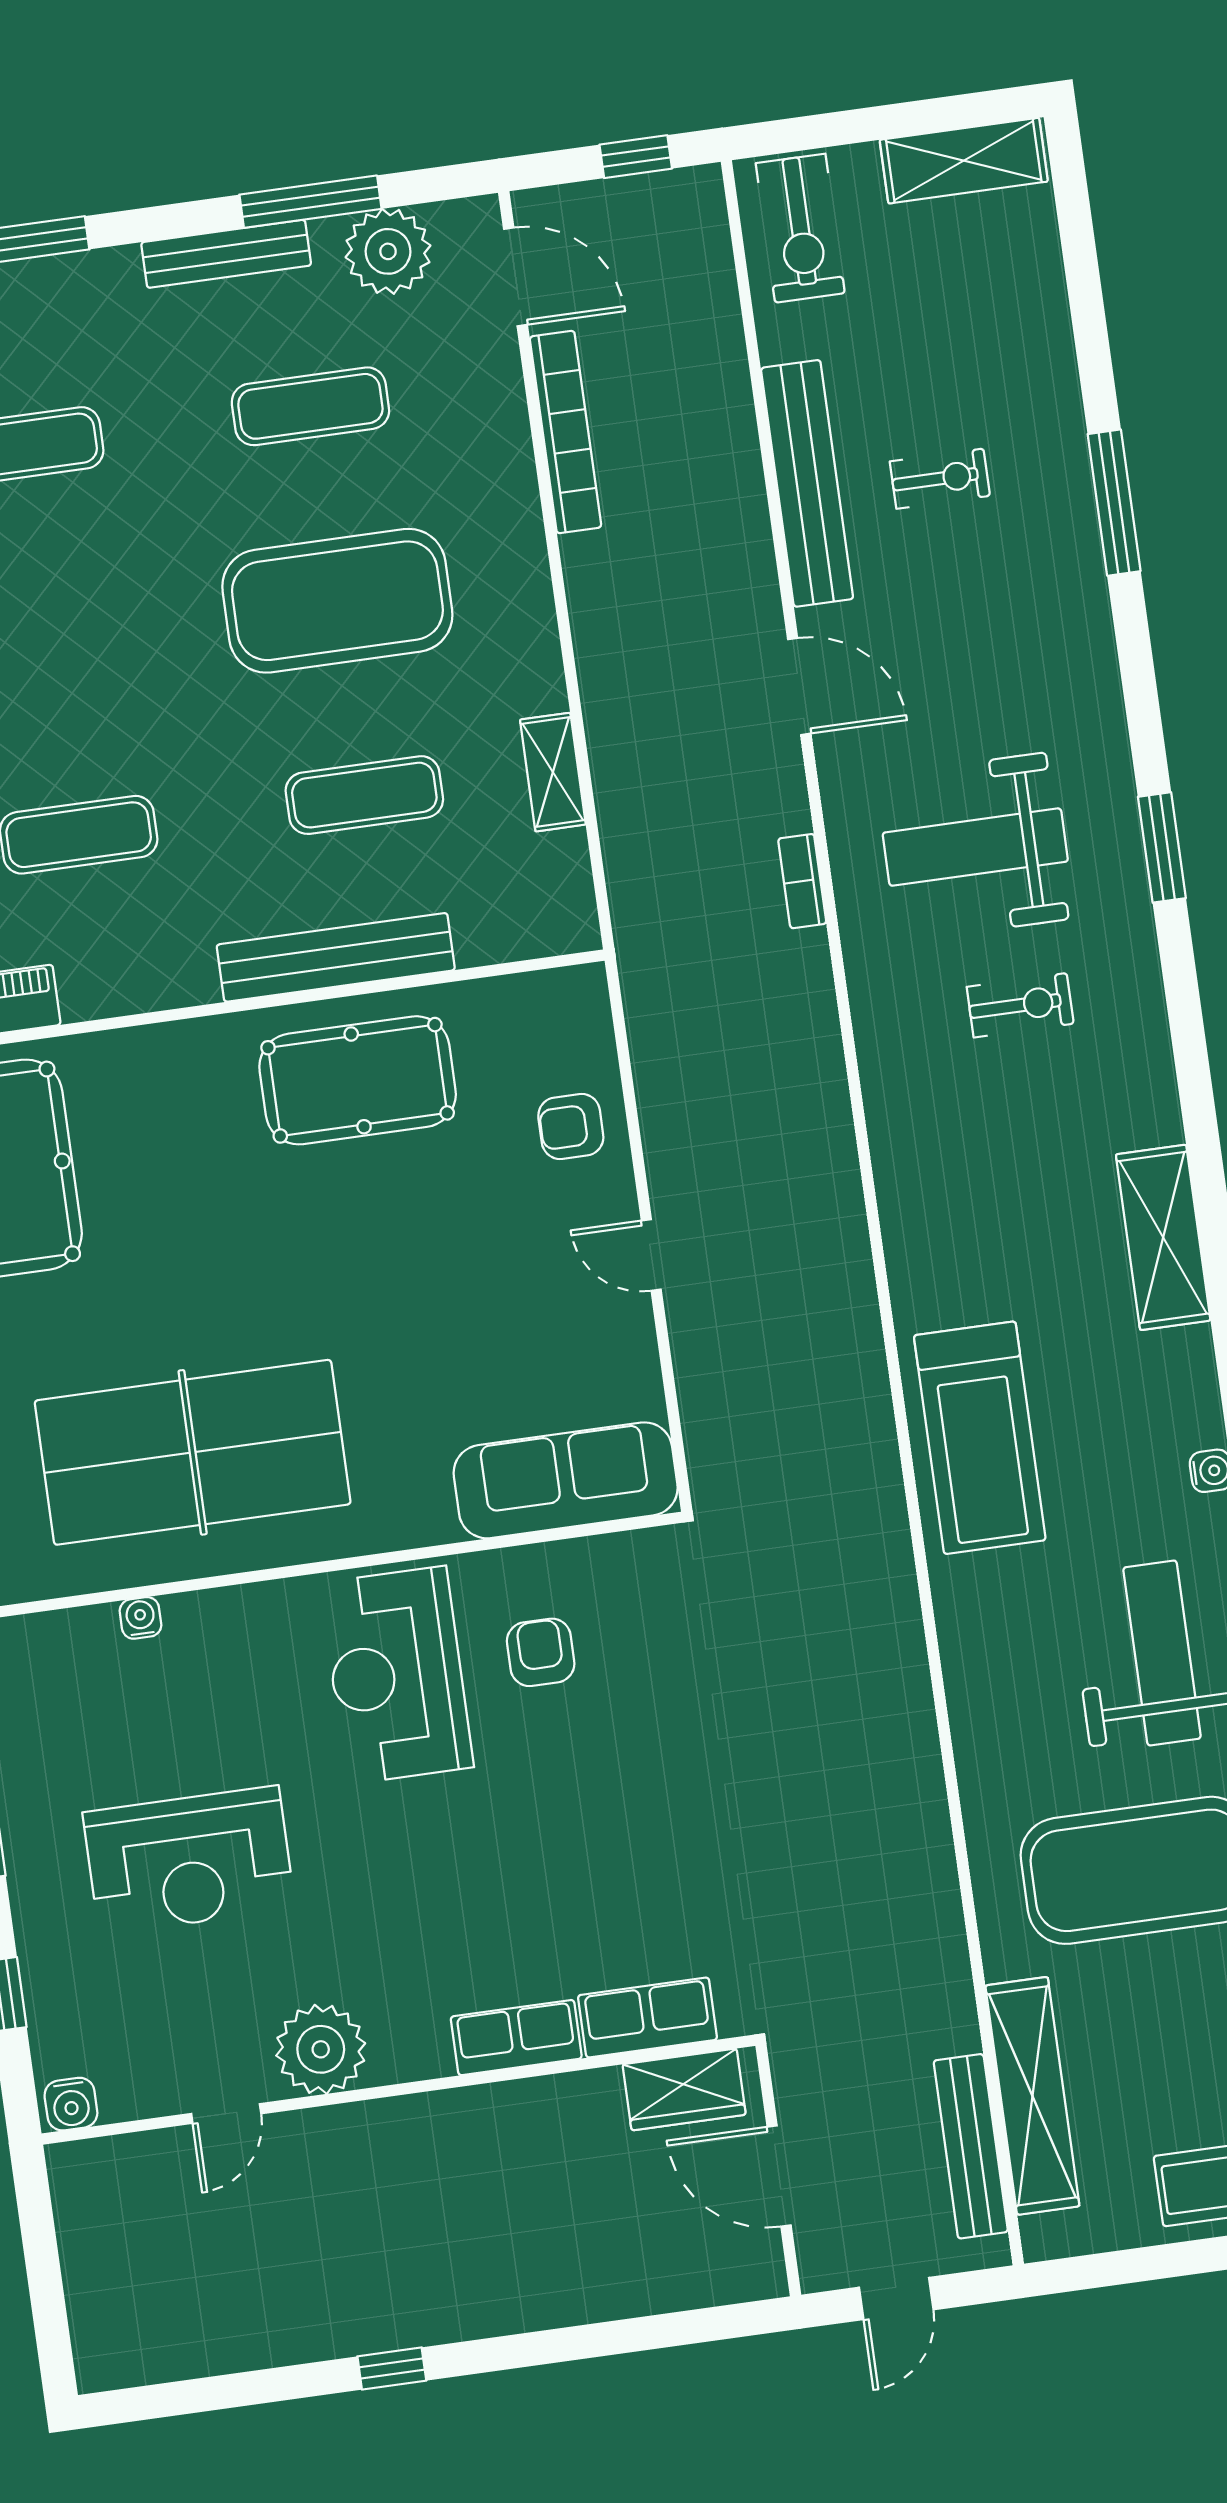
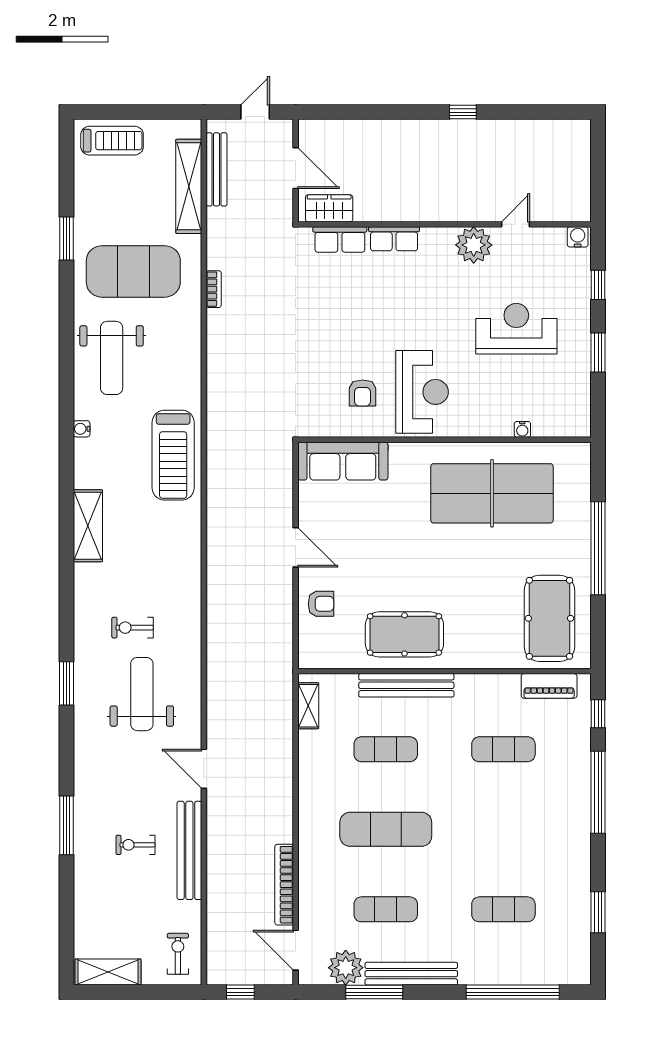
exercise bike: (800, 228) -> (178, 954), width x0.73, depth x0.72
bench: (226, 254) -> (411, 974), width x1.37, depth x1.21
exercise mat: (337, 601) -> (386, 829), width x0.68
shelving: (553, 772) -> (308, 706), moved
weight bench: (975, 847) -> (142, 694), turned -90
bookcase: (802, 881) -> (214, 289), moved
door: (651, 1255) -> (296, 547), width x1.38
treadmill: (980, 1438) -> (173, 455), turned 180

